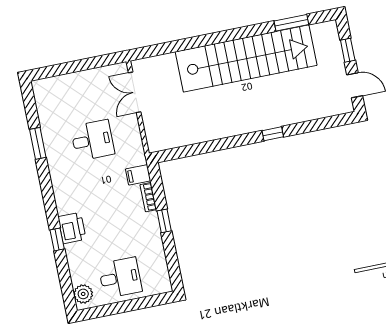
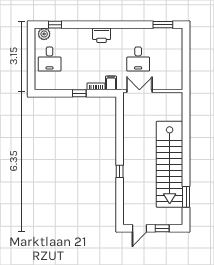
double door: (135, 92) -> (139, 91), moved
window: (38, 143) -> (163, 25), moved
printer: (72, 228) -> (102, 35), moved
window: (57, 239) -> (55, 25), moved

